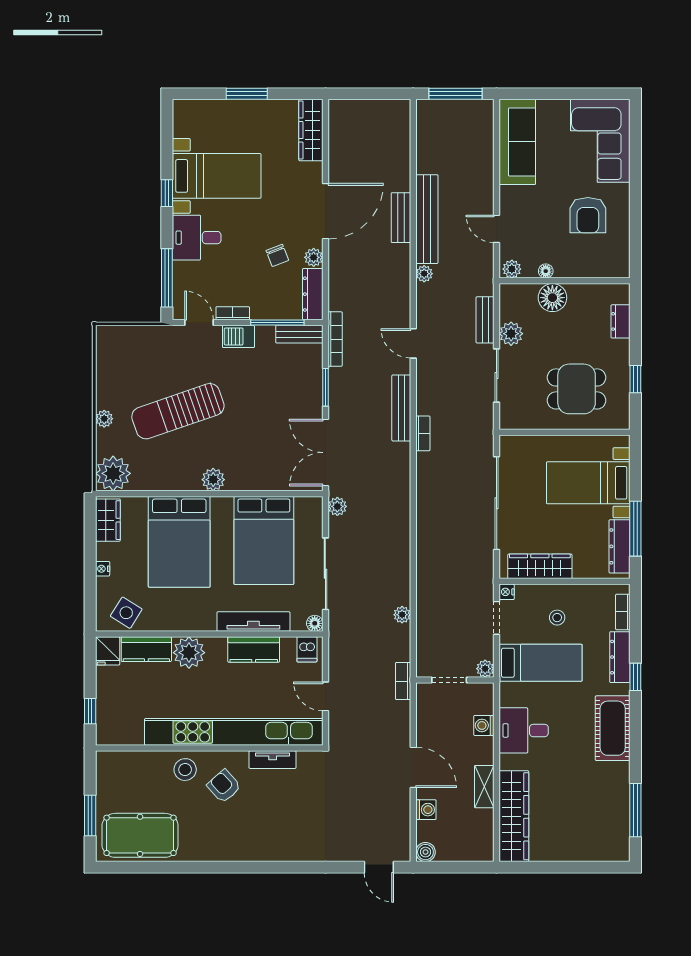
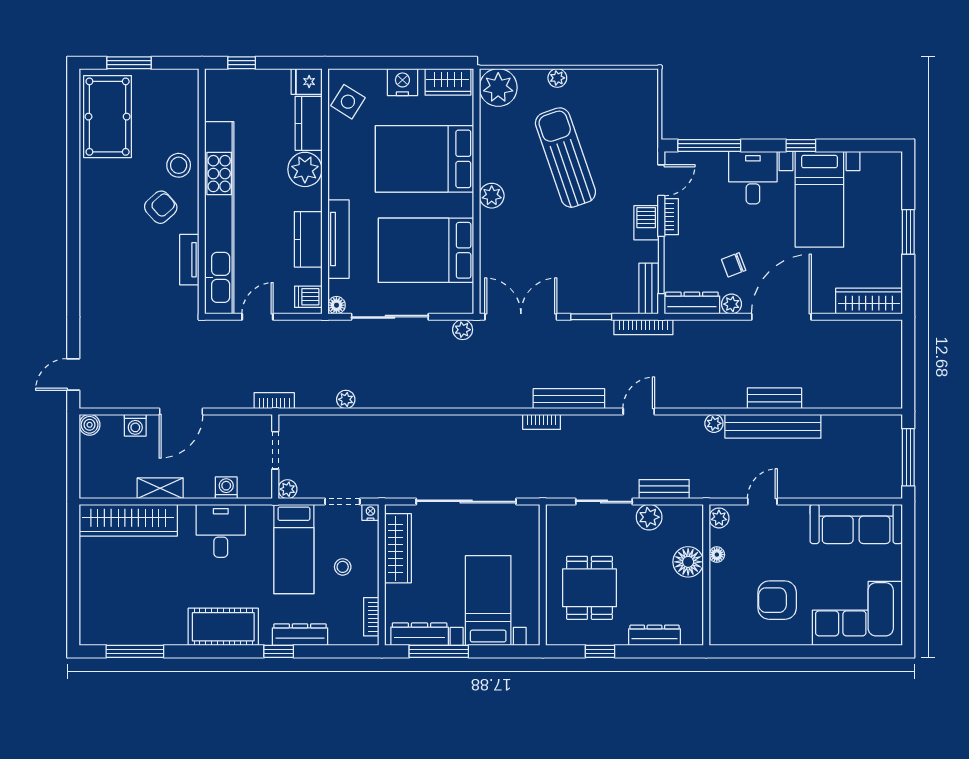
door: (325, 211) -> (781, 317), swing flipped
dresser: (620, 321) -> (655, 635), width x1.44
nightstand: (103, 569) -> (402, 82), width x1.89, depth x1.79
bookcase: (623, 612) -> (371, 617), moved, turned -90

